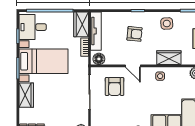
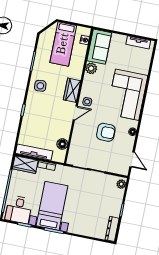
armchair: (135, 34) -> (44, 117), removed
floor lamp: (99, 59) -> (62, 144), moved
door: (133, 66) -> (75, 113), moved
armchair: (115, 87) -> (106, 132), moved
wardrobe: (26, 95) -> (80, 228), removed

